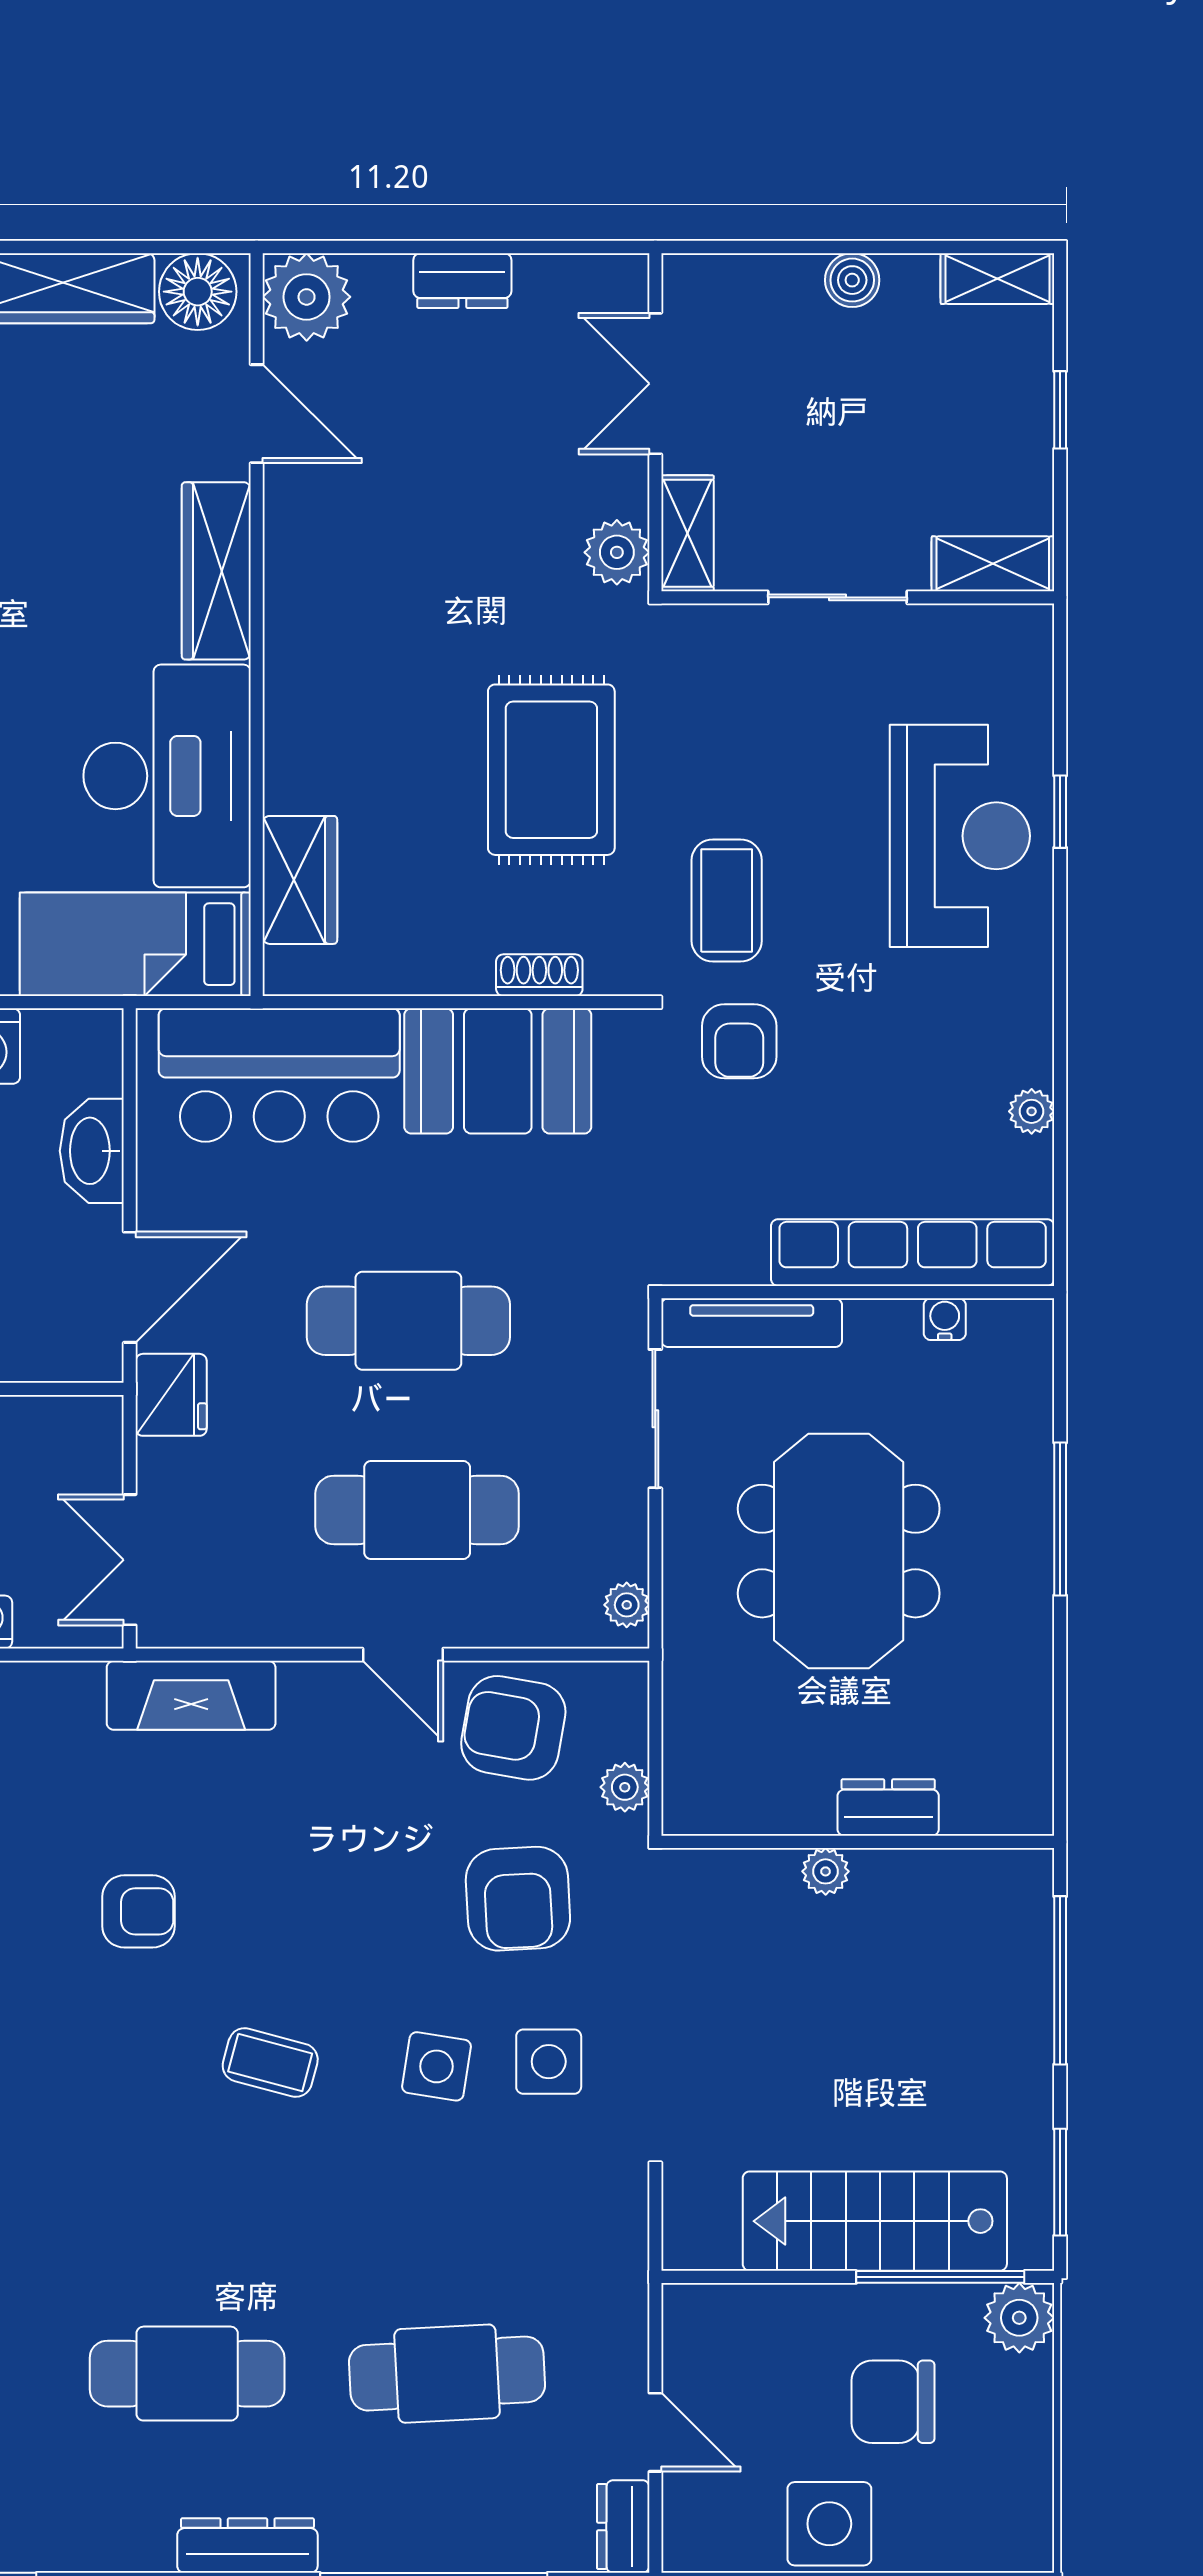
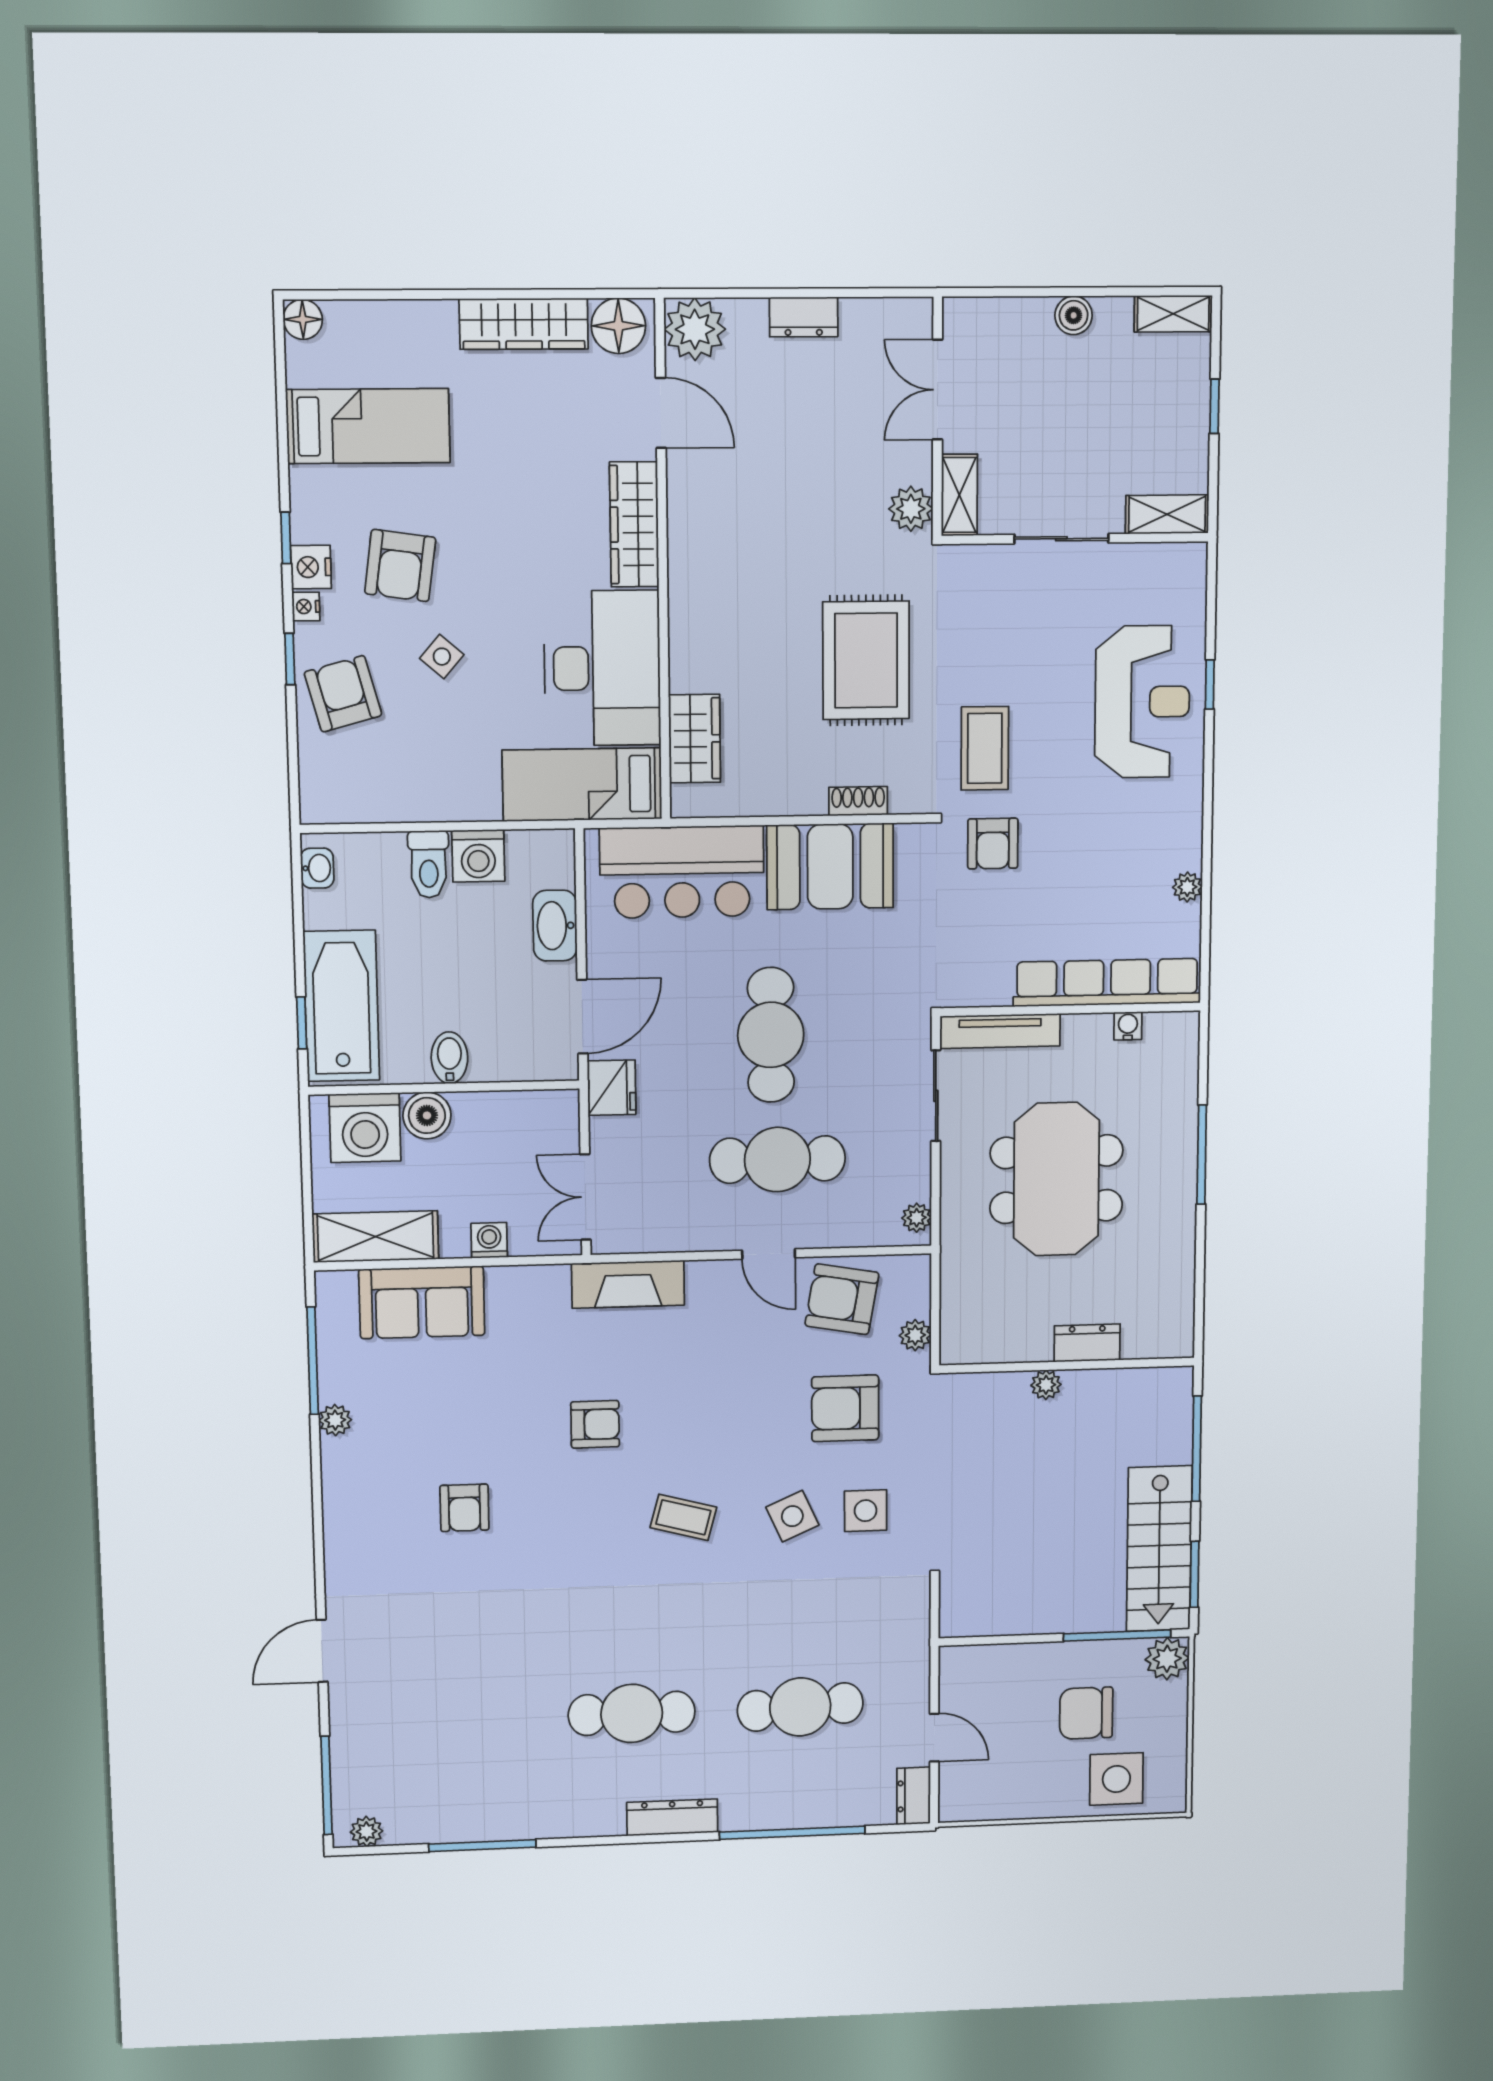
cafe table: (408, 1321) -> (771, 1035), turned 90
armchair: (518, 1899) -> (845, 1408), turned 93
side table: (437, 2066) -> (792, 1516), turned -33
stairs: (875, 2221) -> (1159, 1549), moved, turned -90
side table: (829, 2524) -> (1116, 1779), moved

